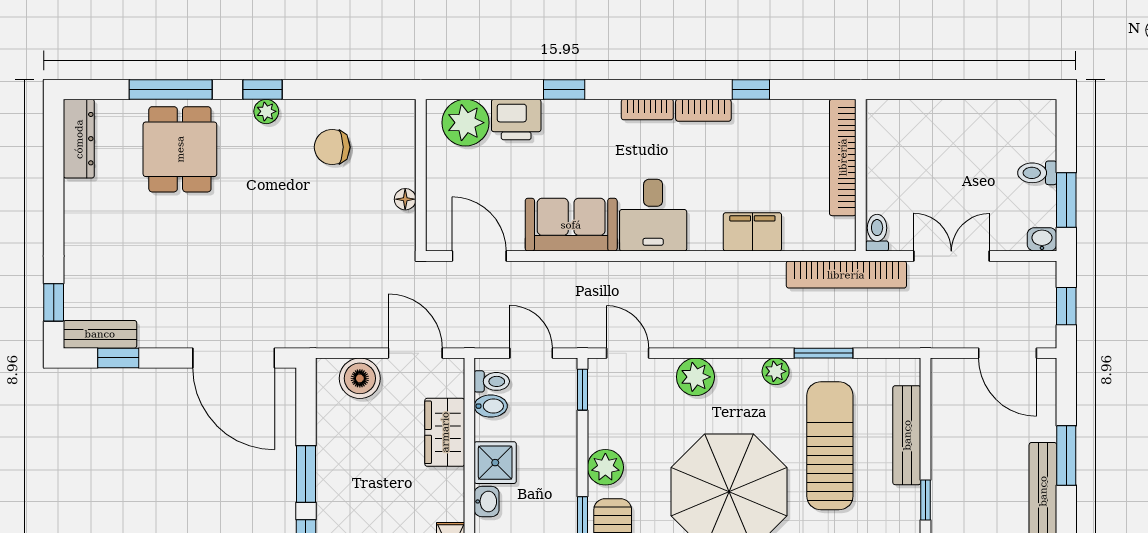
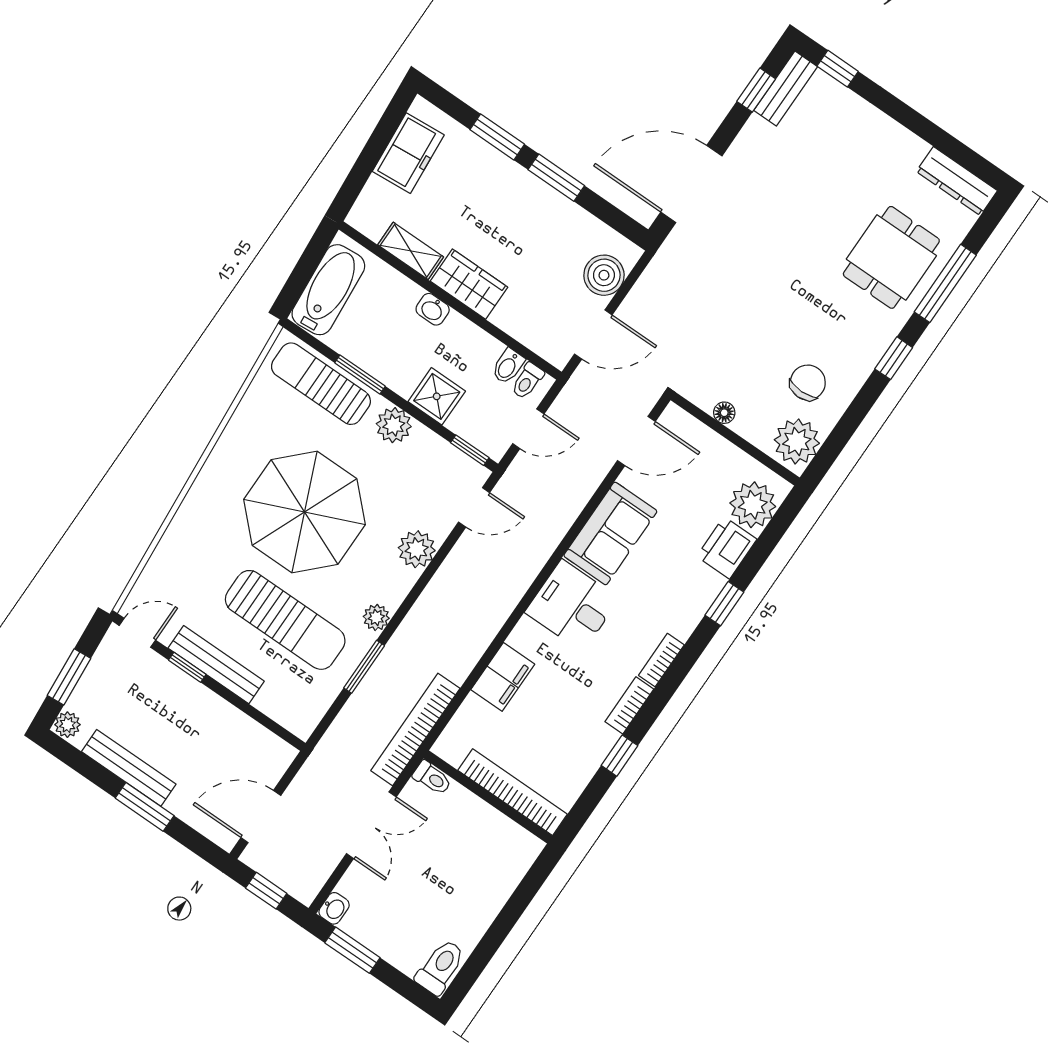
plant: (266, 111) -> (797, 442), moved, width x1.88, depth x1.88
dining table: (180, 149) -> (891, 257), turned 90
toilet: (1037, 173) -> (440, 967), moved, width x1.37, depth x1.39
wardrobe: (445, 432) -> (469, 284), moved
bench: (907, 435) -> (216, 665), moved
shower: (495, 463) -> (437, 396), moved

